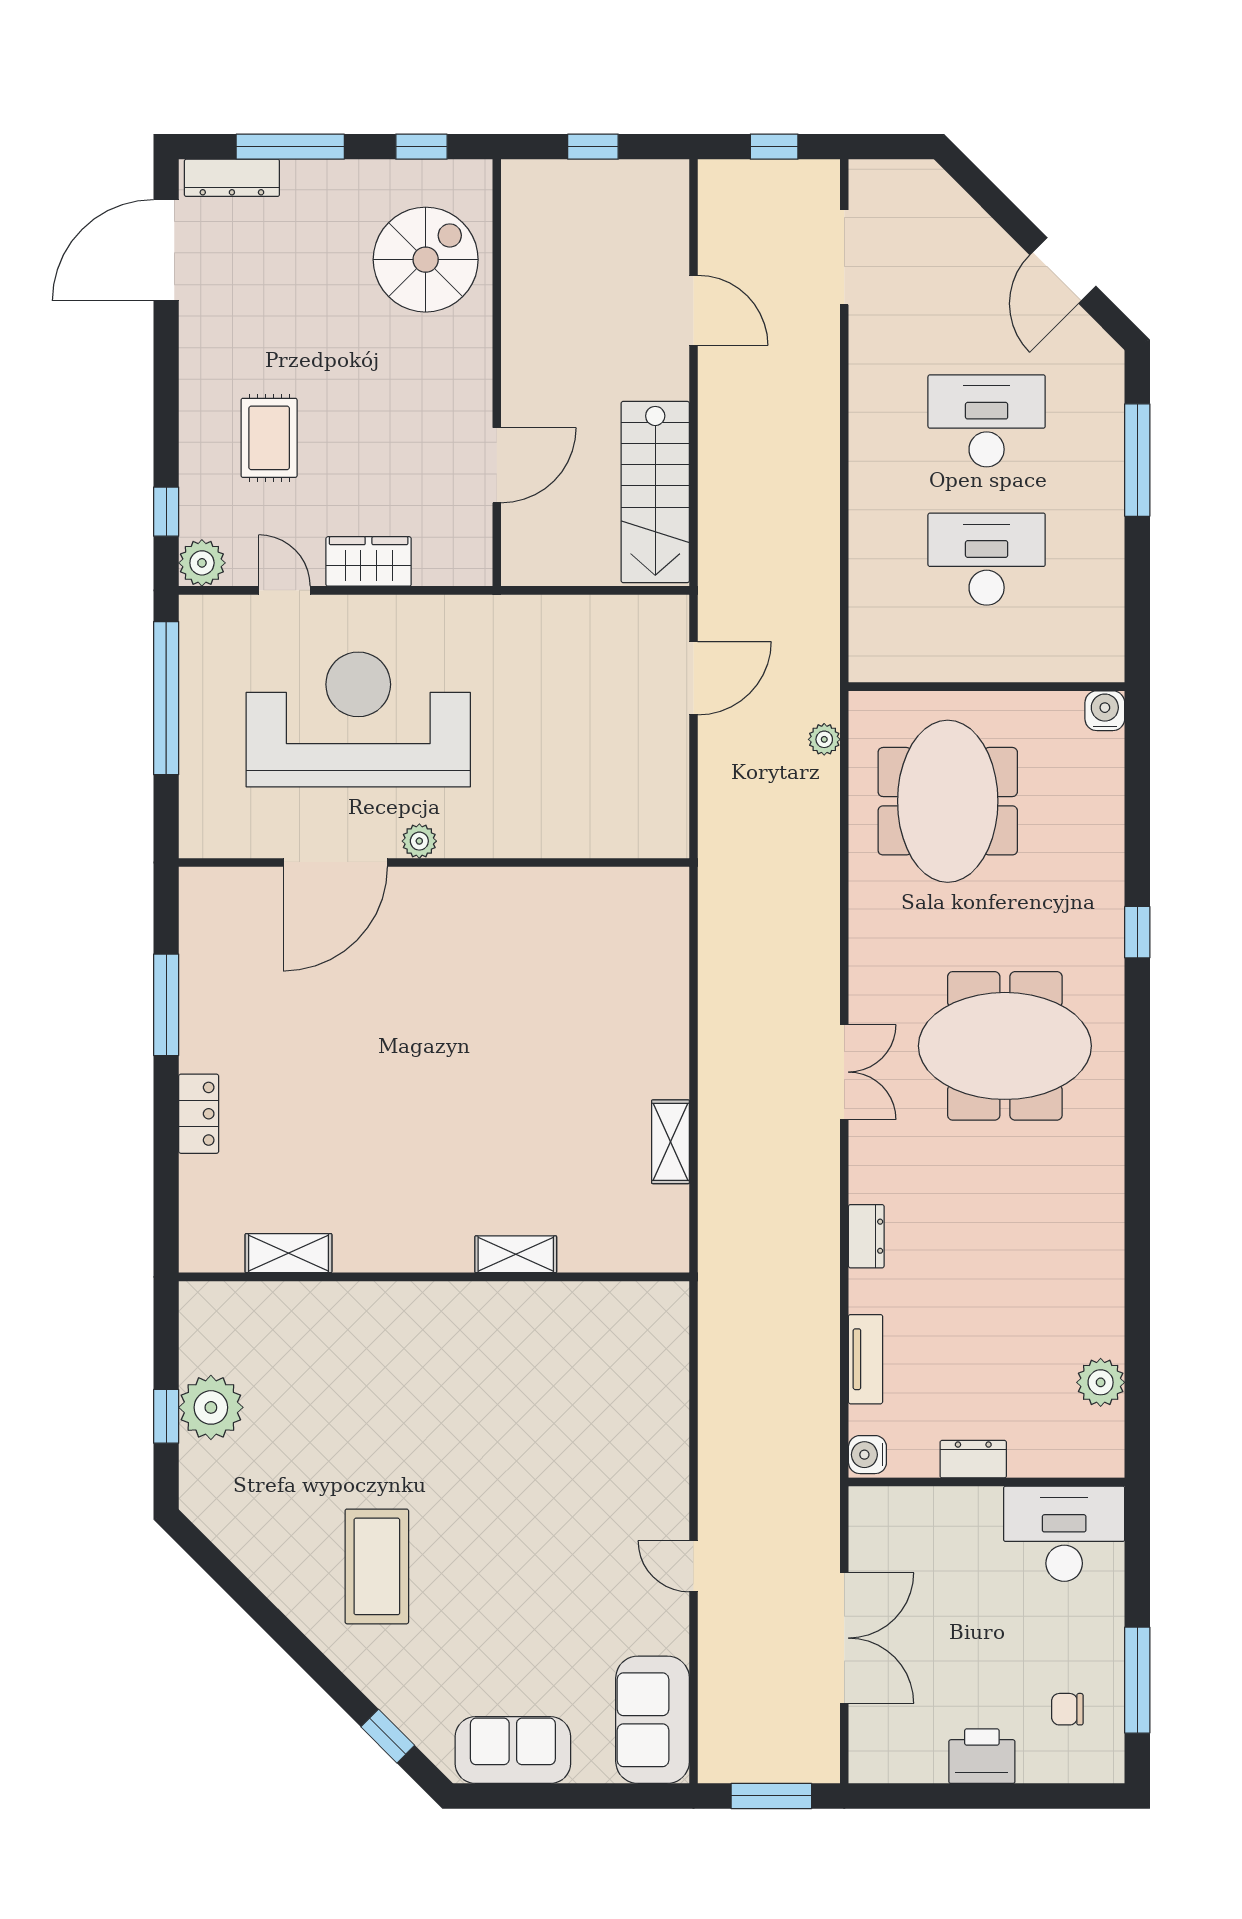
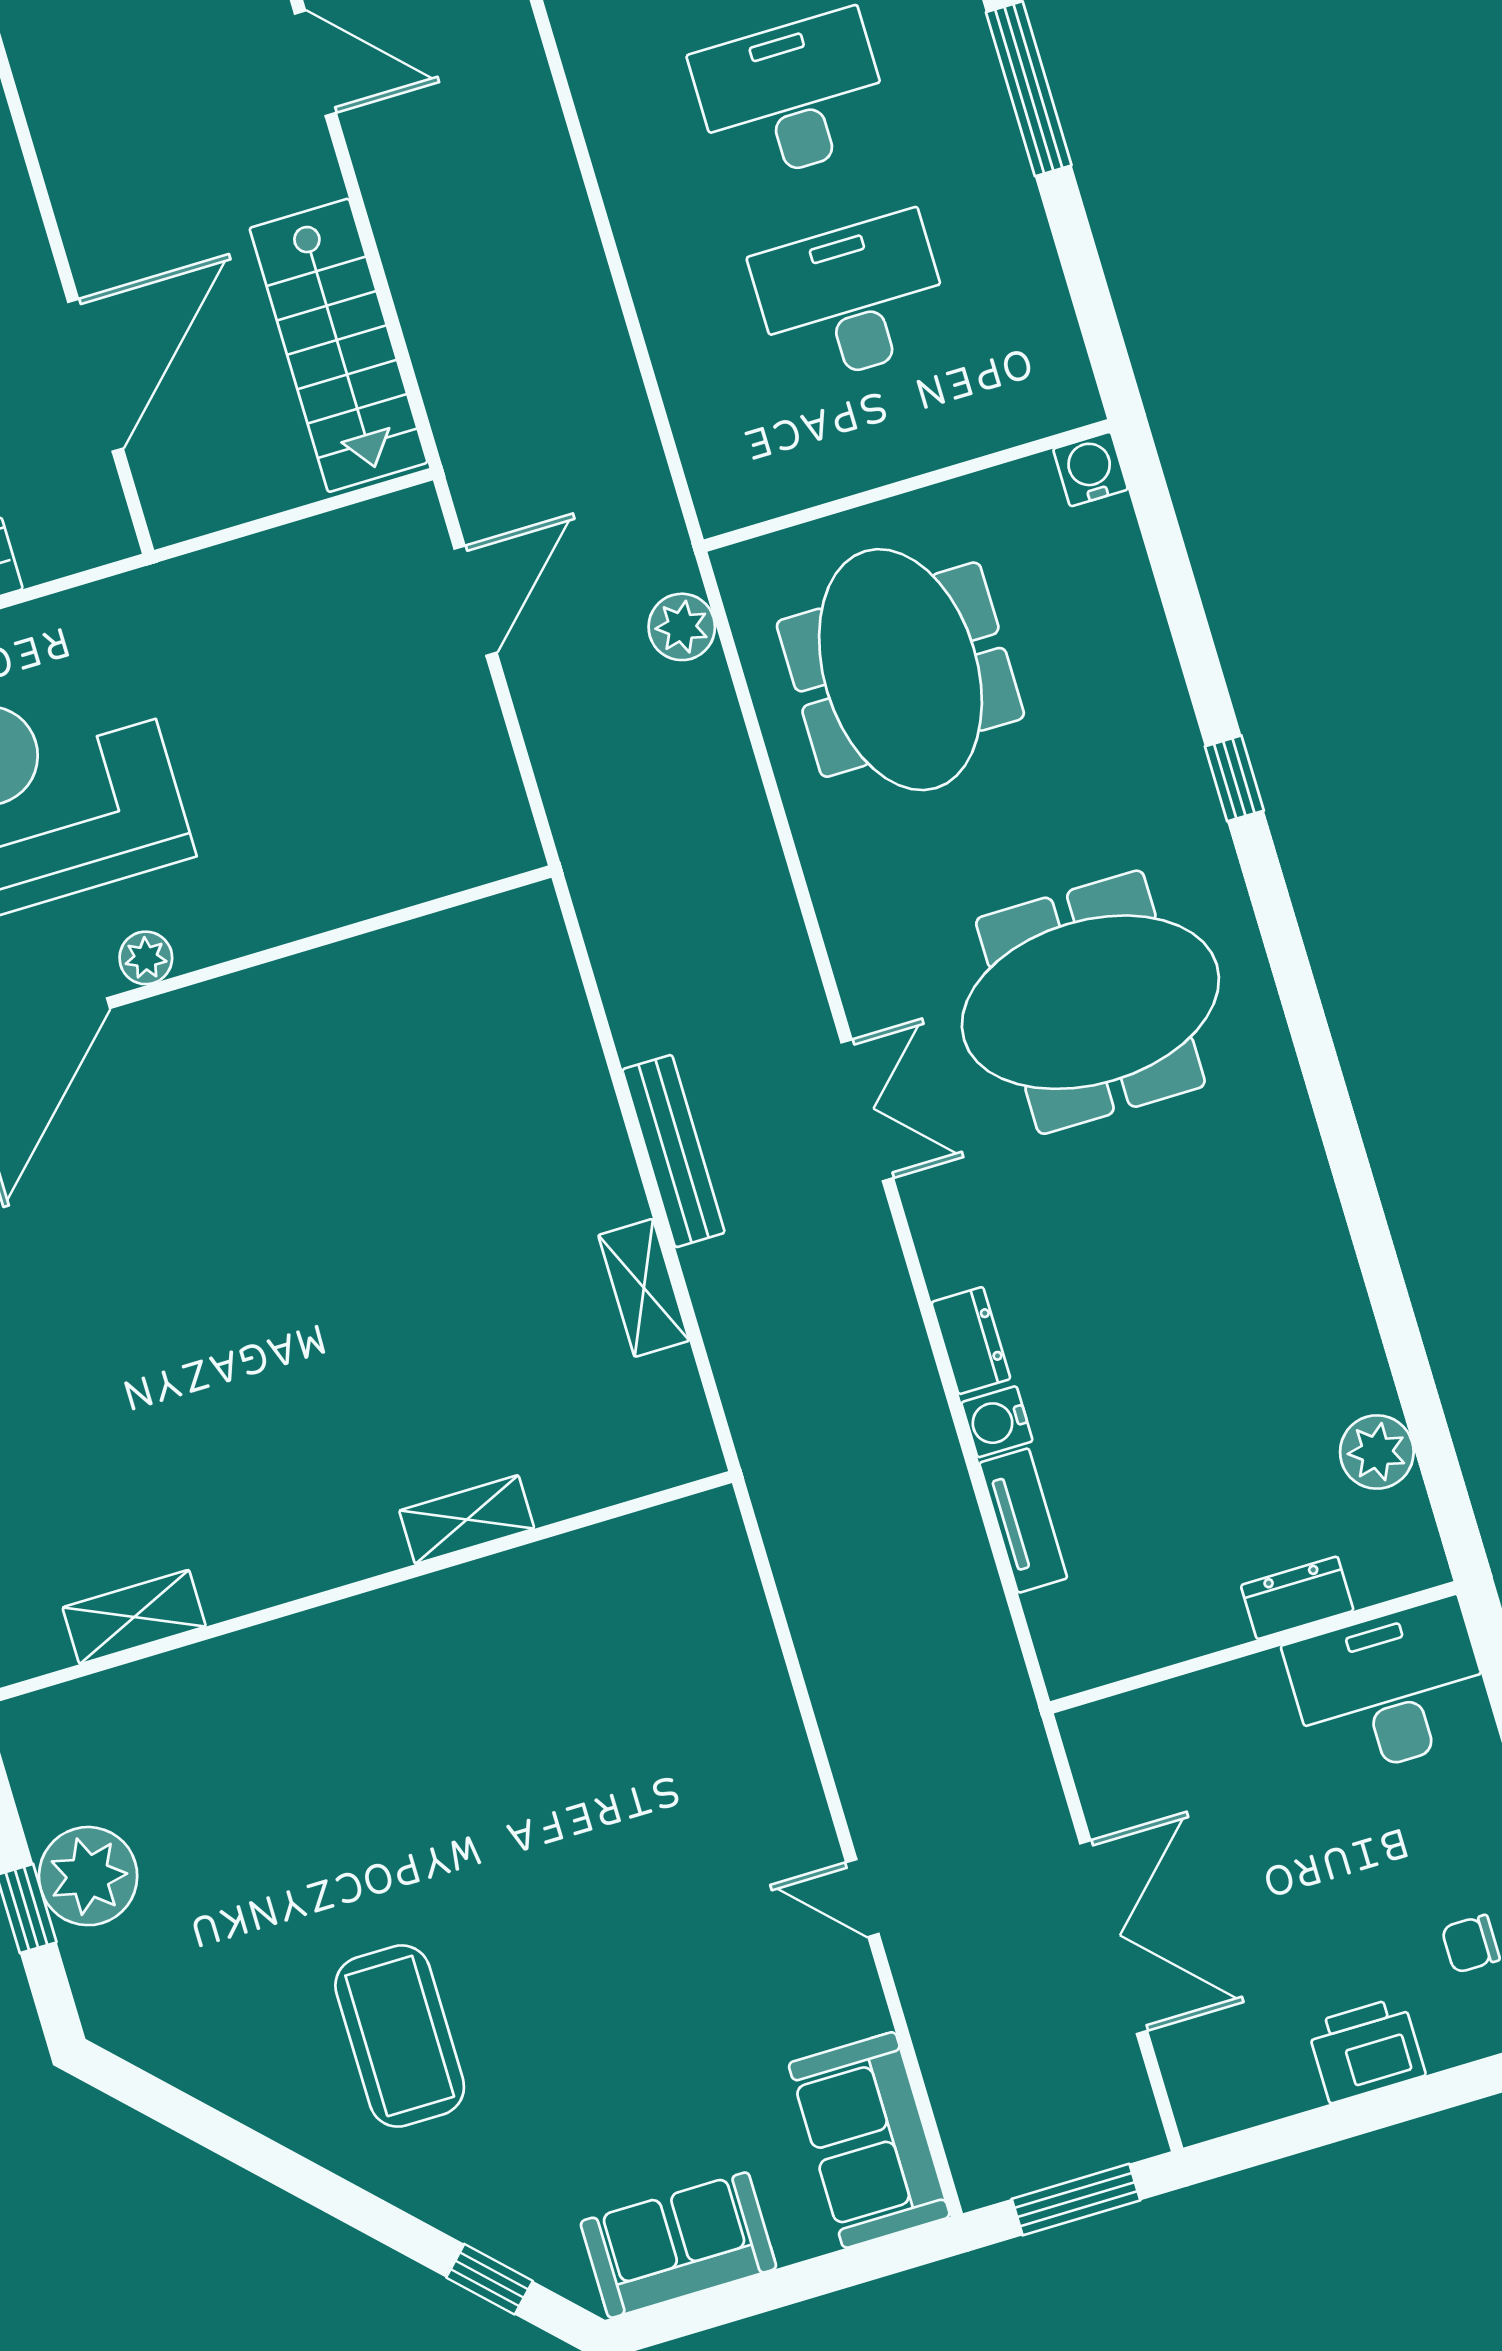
door: (497, 465) -> (95, 375), width x1.36
plant: (824, 739) -> (682, 627), width x1.38, depth x1.38
bench: (715, 1061) -> (674, 1151), added
water cooler: (867, 1455) -> (997, 1422), moved
dresser: (973, 1459) -> (1297, 1598), moved

